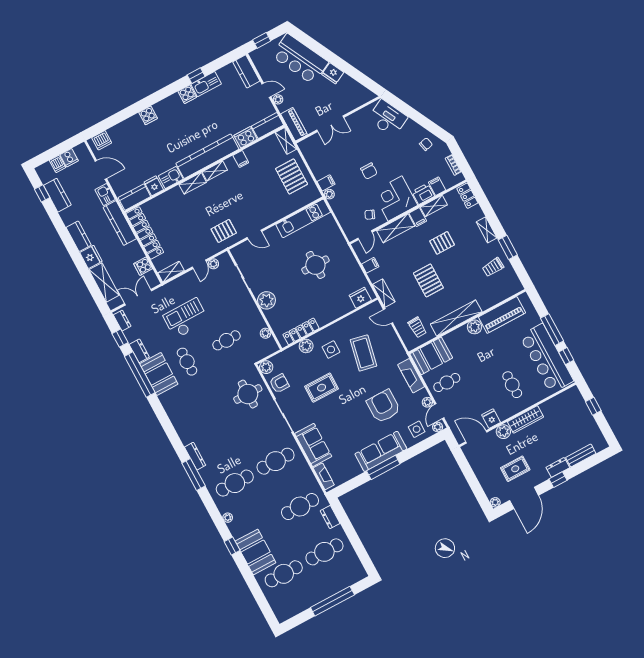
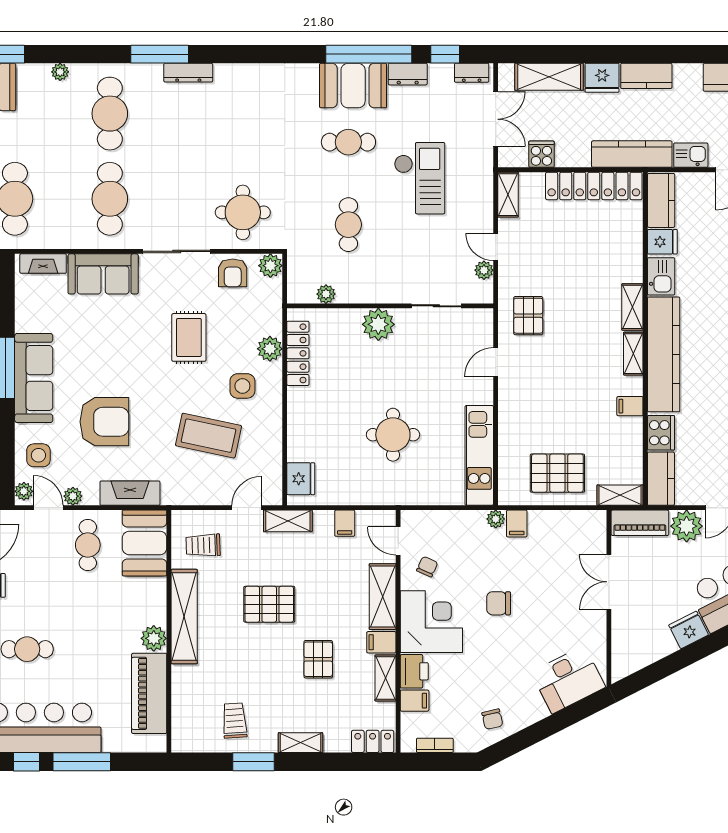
plant: (278, 99) -> (687, 526), width x1.88, depth x1.88

